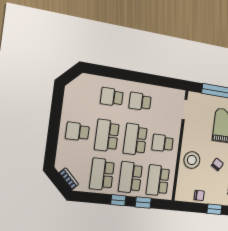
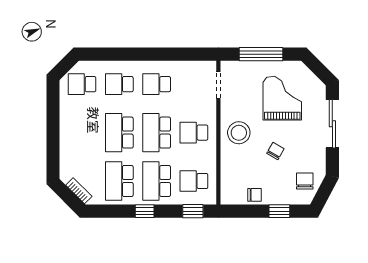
school desk: (77, 132) -> (82, 84), moved
stool: (192, 160) -> (239, 133), moved
school desk: (158, 180) -> (194, 181), width x0.54
window: (143, 203) -> (193, 211), moved

